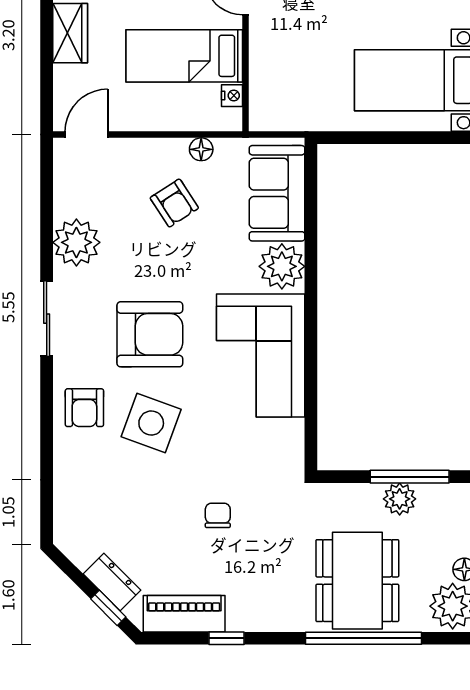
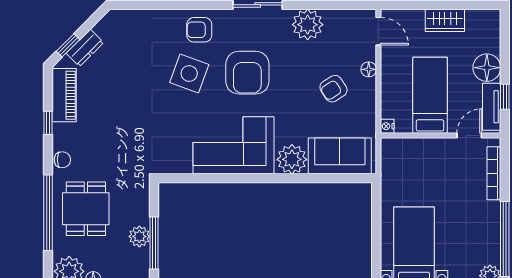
nightstand: (232, 96) -> (387, 126), moved, turned 90
floor lamp: (201, 149) -> (369, 69), moved
chair: (218, 515) -> (62, 160), moved
dining table: (357, 581) -> (86, 209), width x0.73

